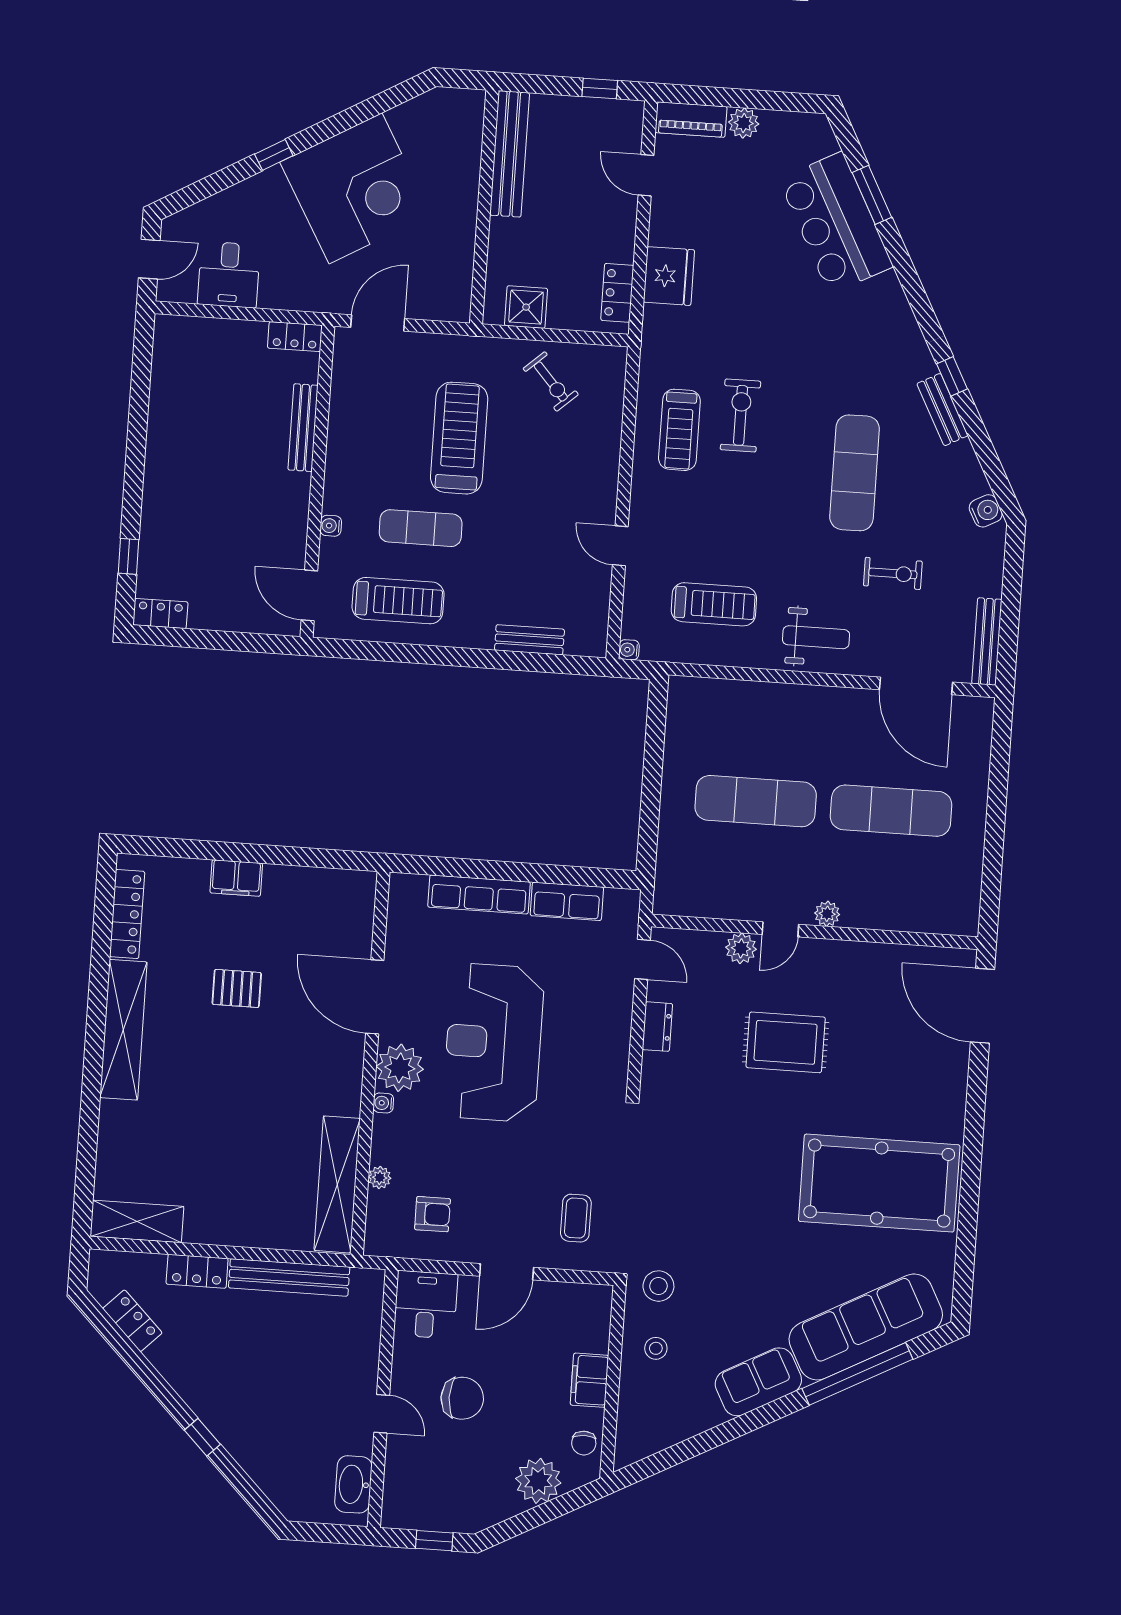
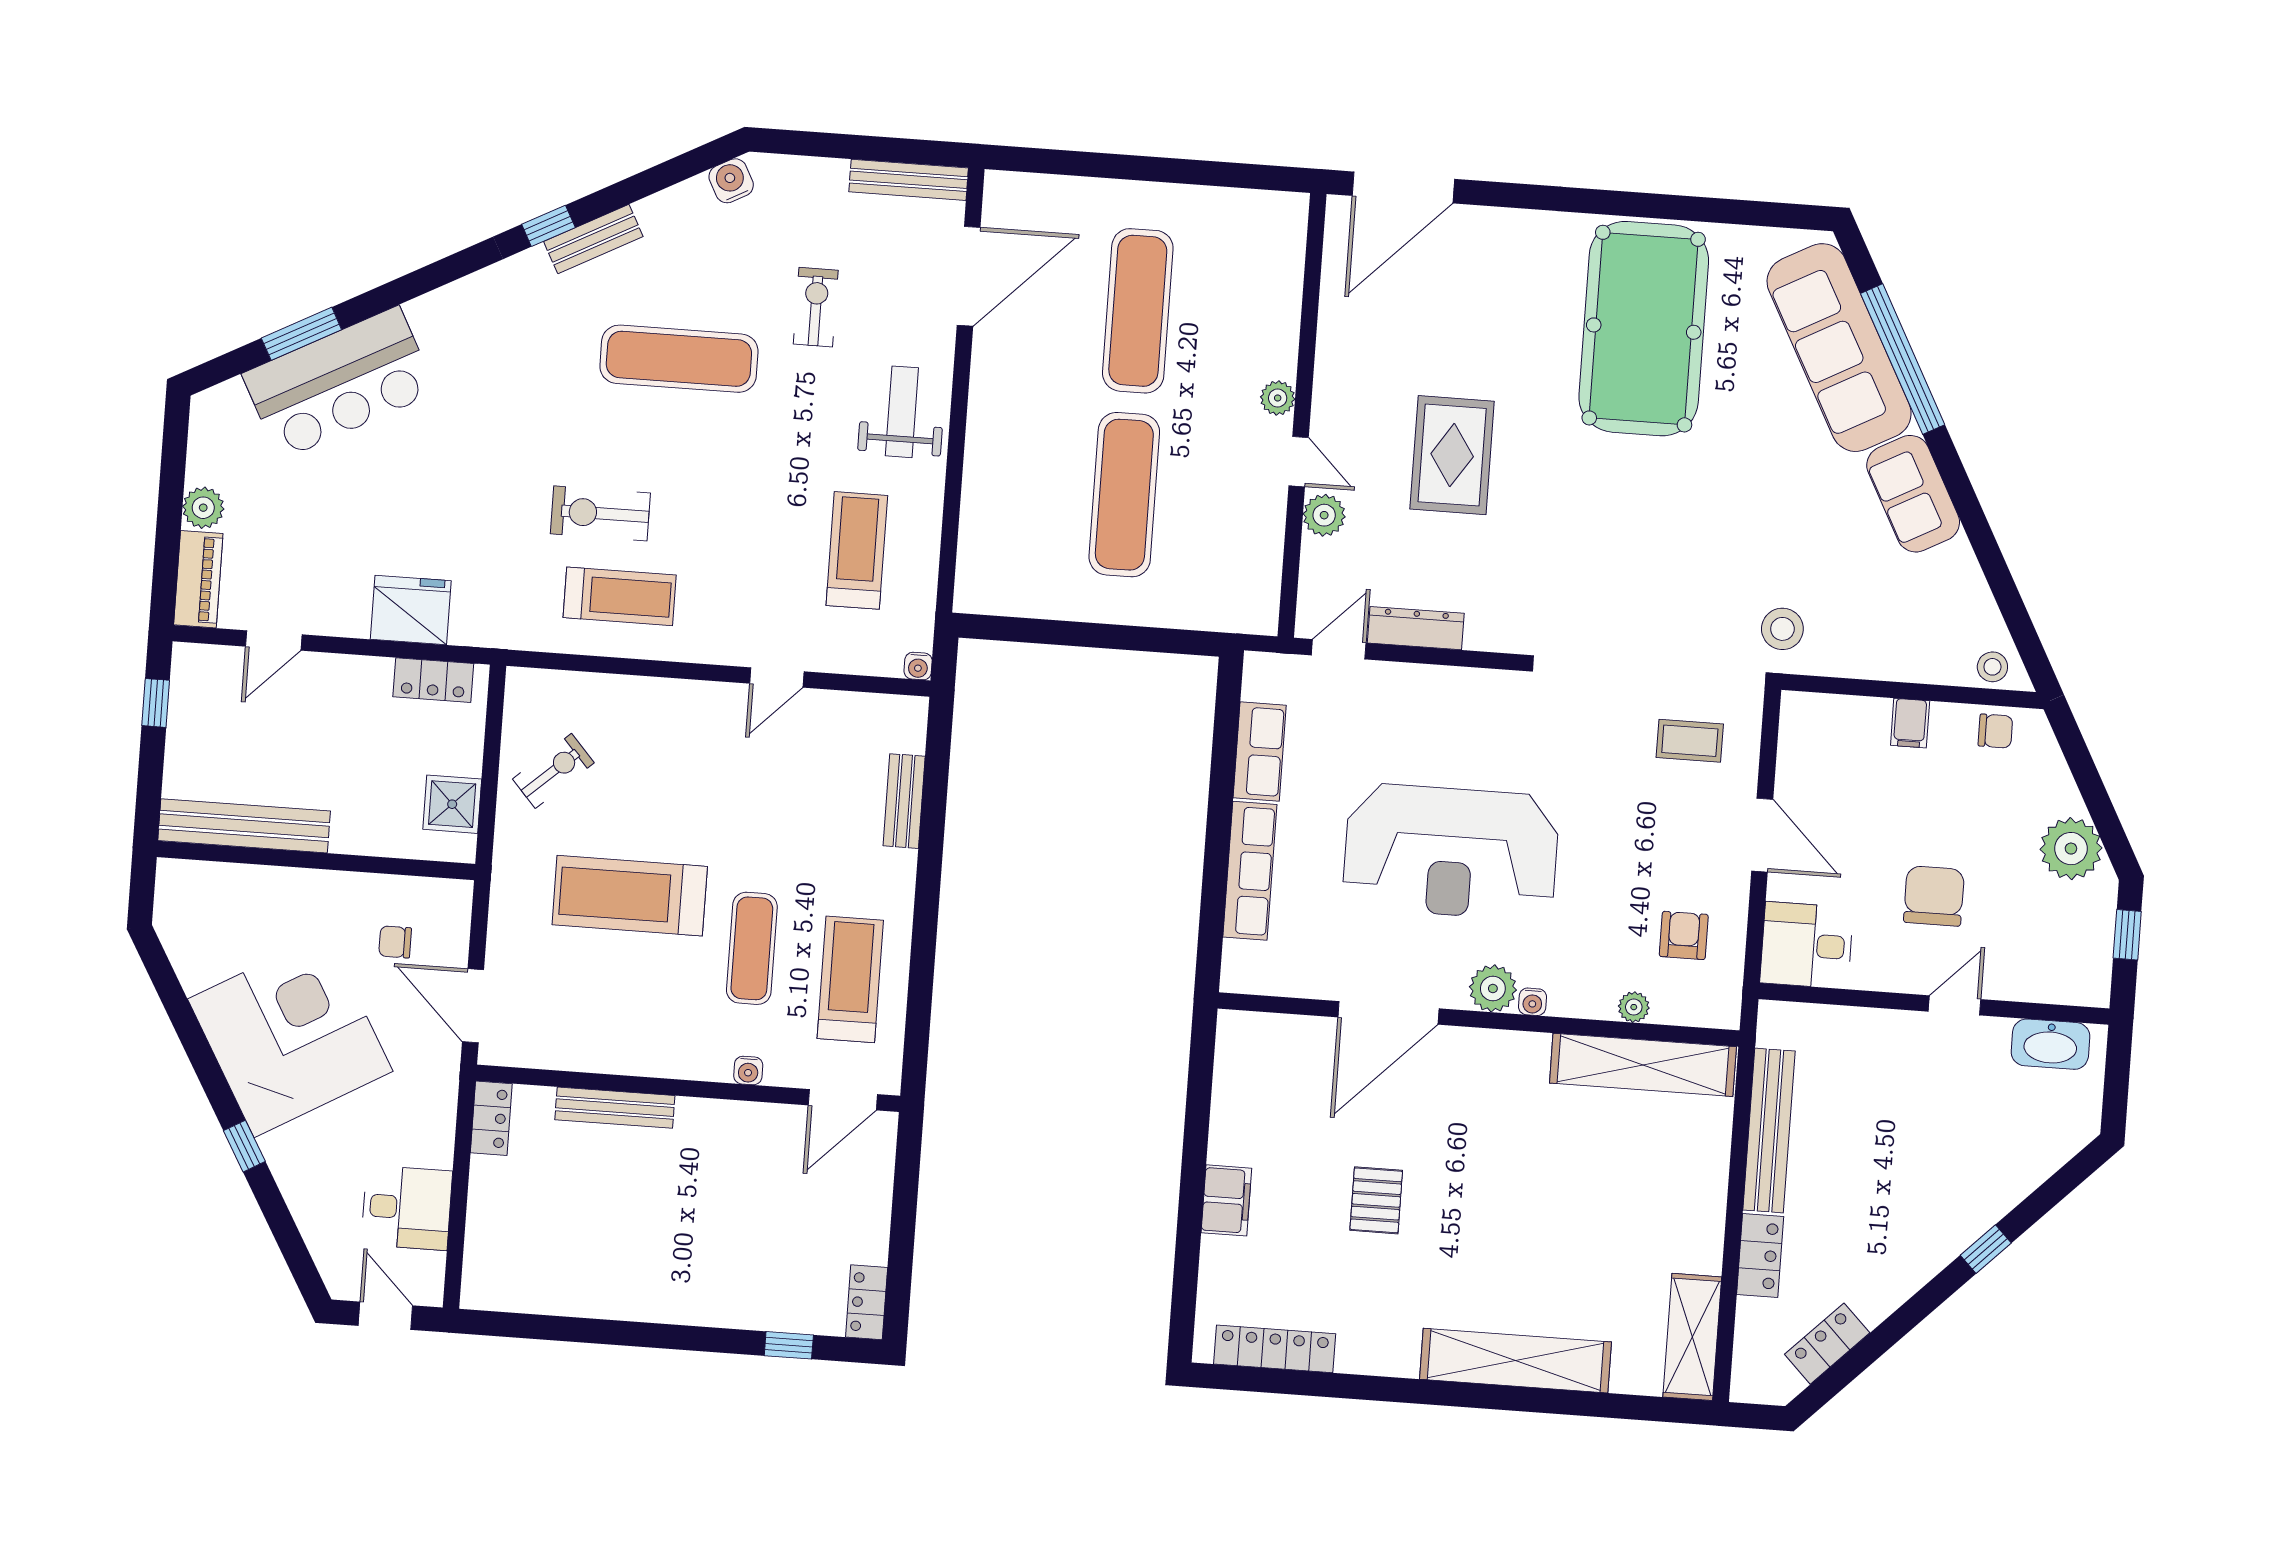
chair: (424, 265) -> (395, 942), added
dresser: (657, 1027) -> (1416, 628), width x1.44
shelving: (123, 1030) -> (1515, 1361), moved
plant: (400, 1068) -> (1493, 988), width x0.73, depth x0.73
stool: (656, 1348) -> (1992, 667), moved
filing cabinet: (589, 1380) -> (1910, 723), width x0.50
plant: (538, 1481) -> (2071, 849), moved

